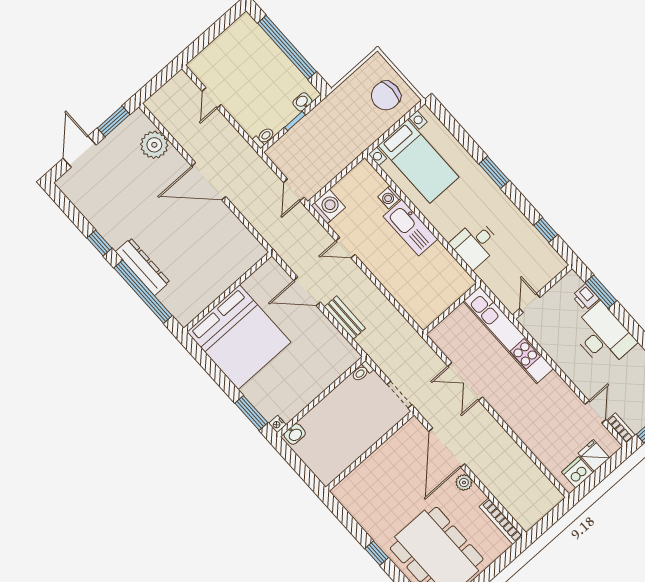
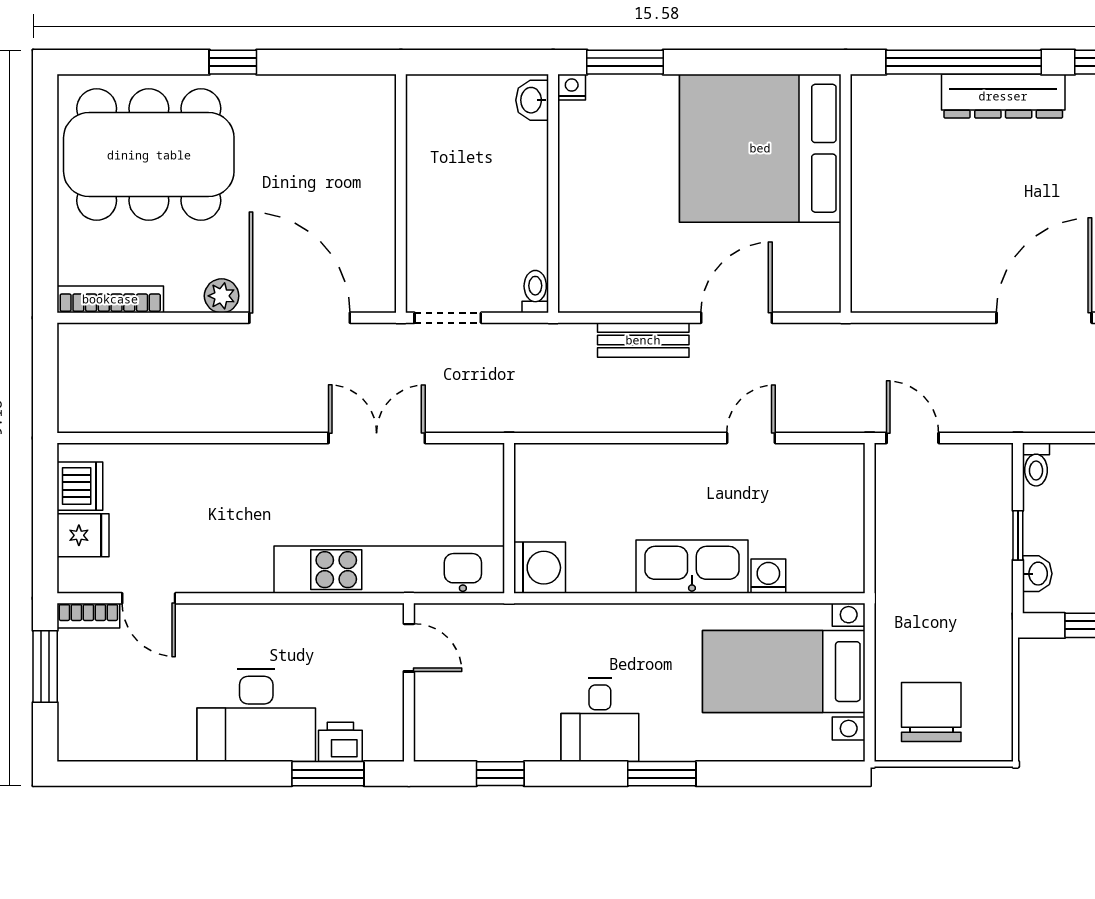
washing machine: (328, 206) -> (540, 568), moved, turned -90
desk: (475, 244) -> (600, 720), moved, turned 180

